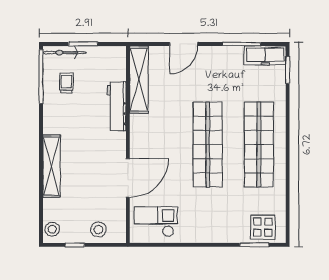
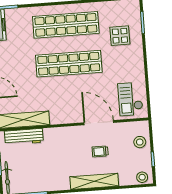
trolley: (66, 83) -> (100, 151), moved
workbench: (117, 106) -> (24, 137), moved
display table: (263, 227) -> (120, 36), moved

